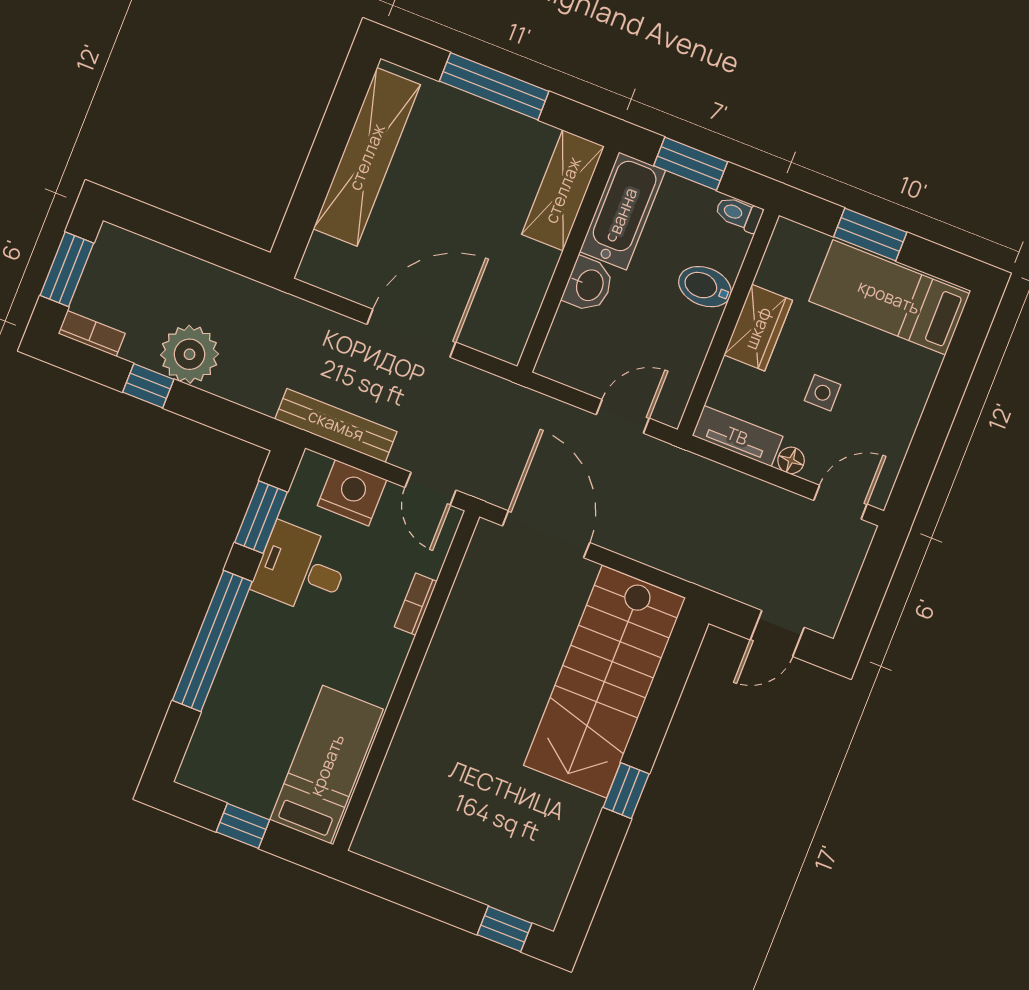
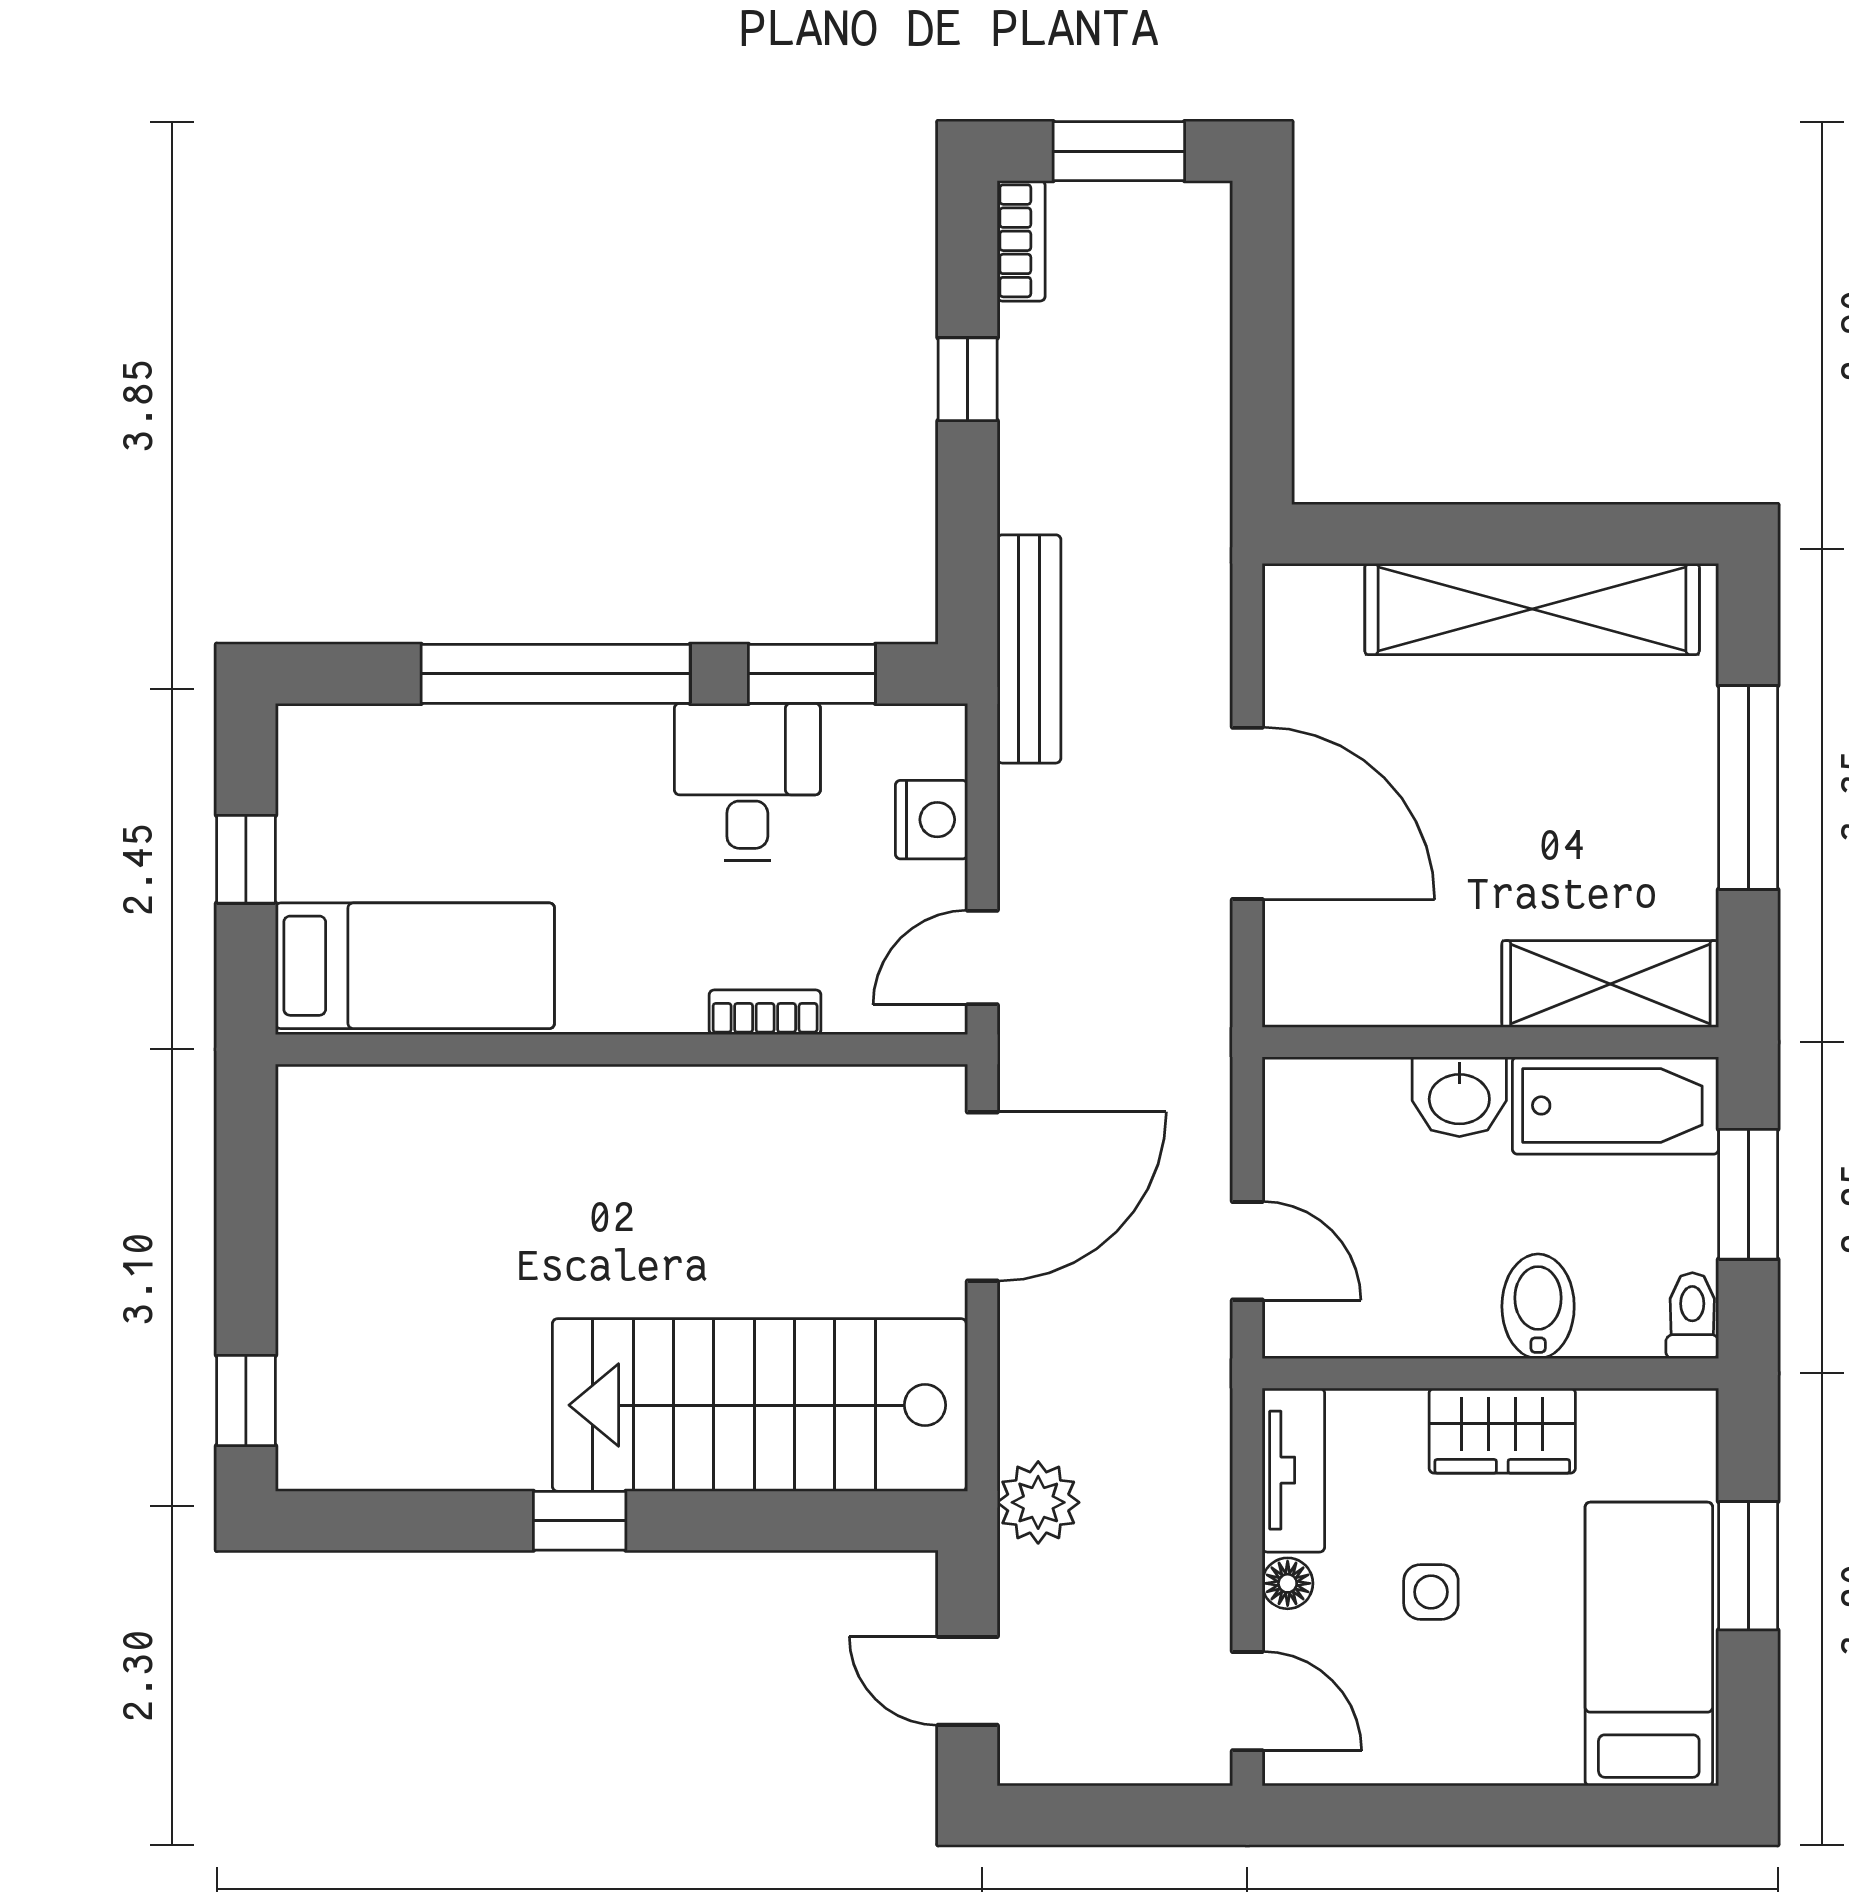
plant: (190, 354) -> (1038, 1502), moved, width x0.73, depth x0.73
bench: (336, 425) -> (1029, 649), moved
nightstand: (352, 493) -> (931, 820), width x0.74, depth x0.75

